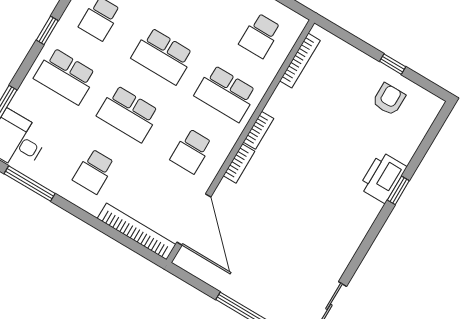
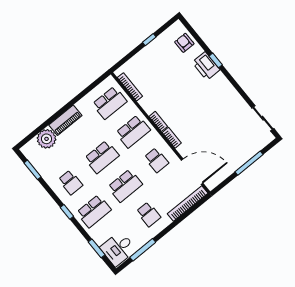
school desk: (260, 36) -> (110, 103), width x1.85
armchair: (389, 99) -> (184, 43), moved

